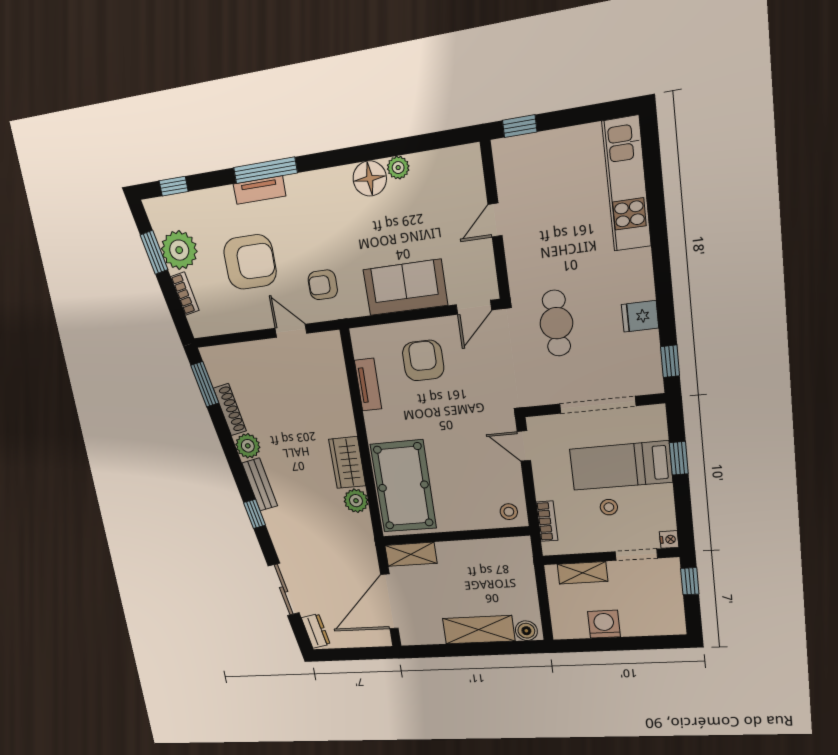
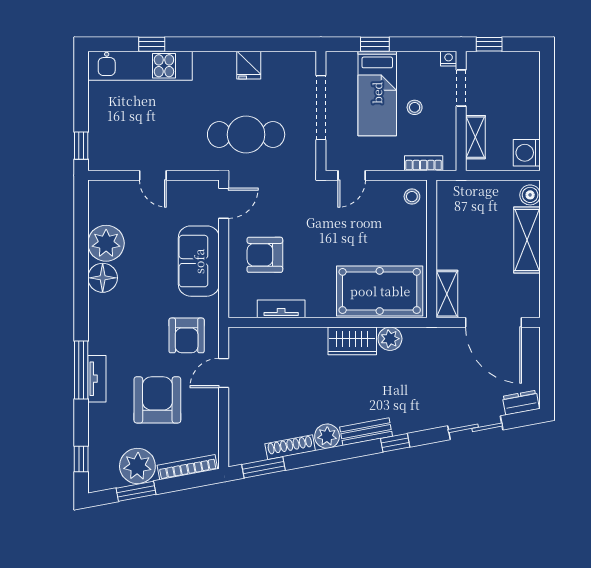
plant: (398, 168) -> (106, 243), width x1.88, depth x1.88
armchair: (323, 285) -> (187, 335), width x1.38, depth x1.38
bookcase: (185, 294) -> (187, 467), width x1.56
door: (474, 307) -> (224, 203), hinge flipped
cafe table: (556, 323) -> (246, 135), width x1.37, depth x1.35
window: (670, 361) -> (152, 44), moved
washing machine: (604, 624) -> (527, 153), moved

